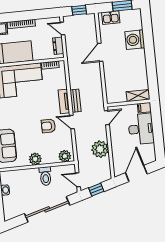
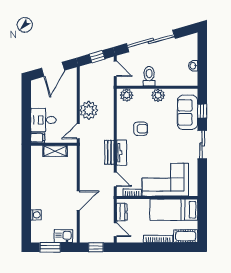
washing machine: (135, 40) -> (36, 215), width x0.53, depth x0.53
shelving: (138, 96) -> (55, 151), moved
door: (72, 122) -> (115, 179), moved
desk: (141, 129) -> (43, 120), width x0.73
plant: (100, 149) -> (89, 110), moved

